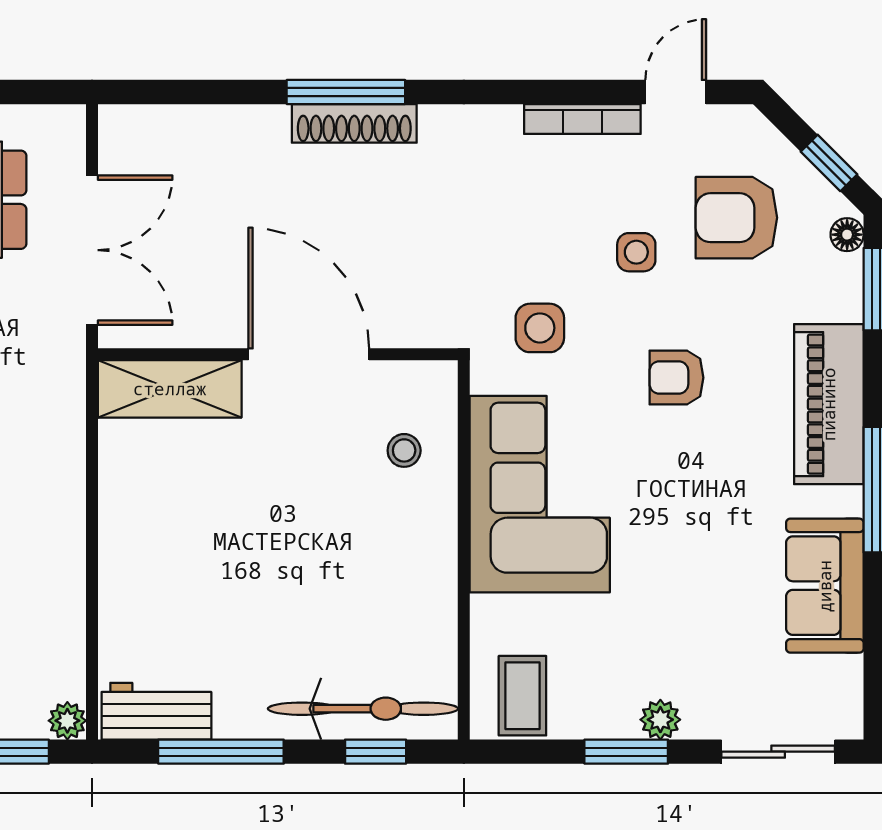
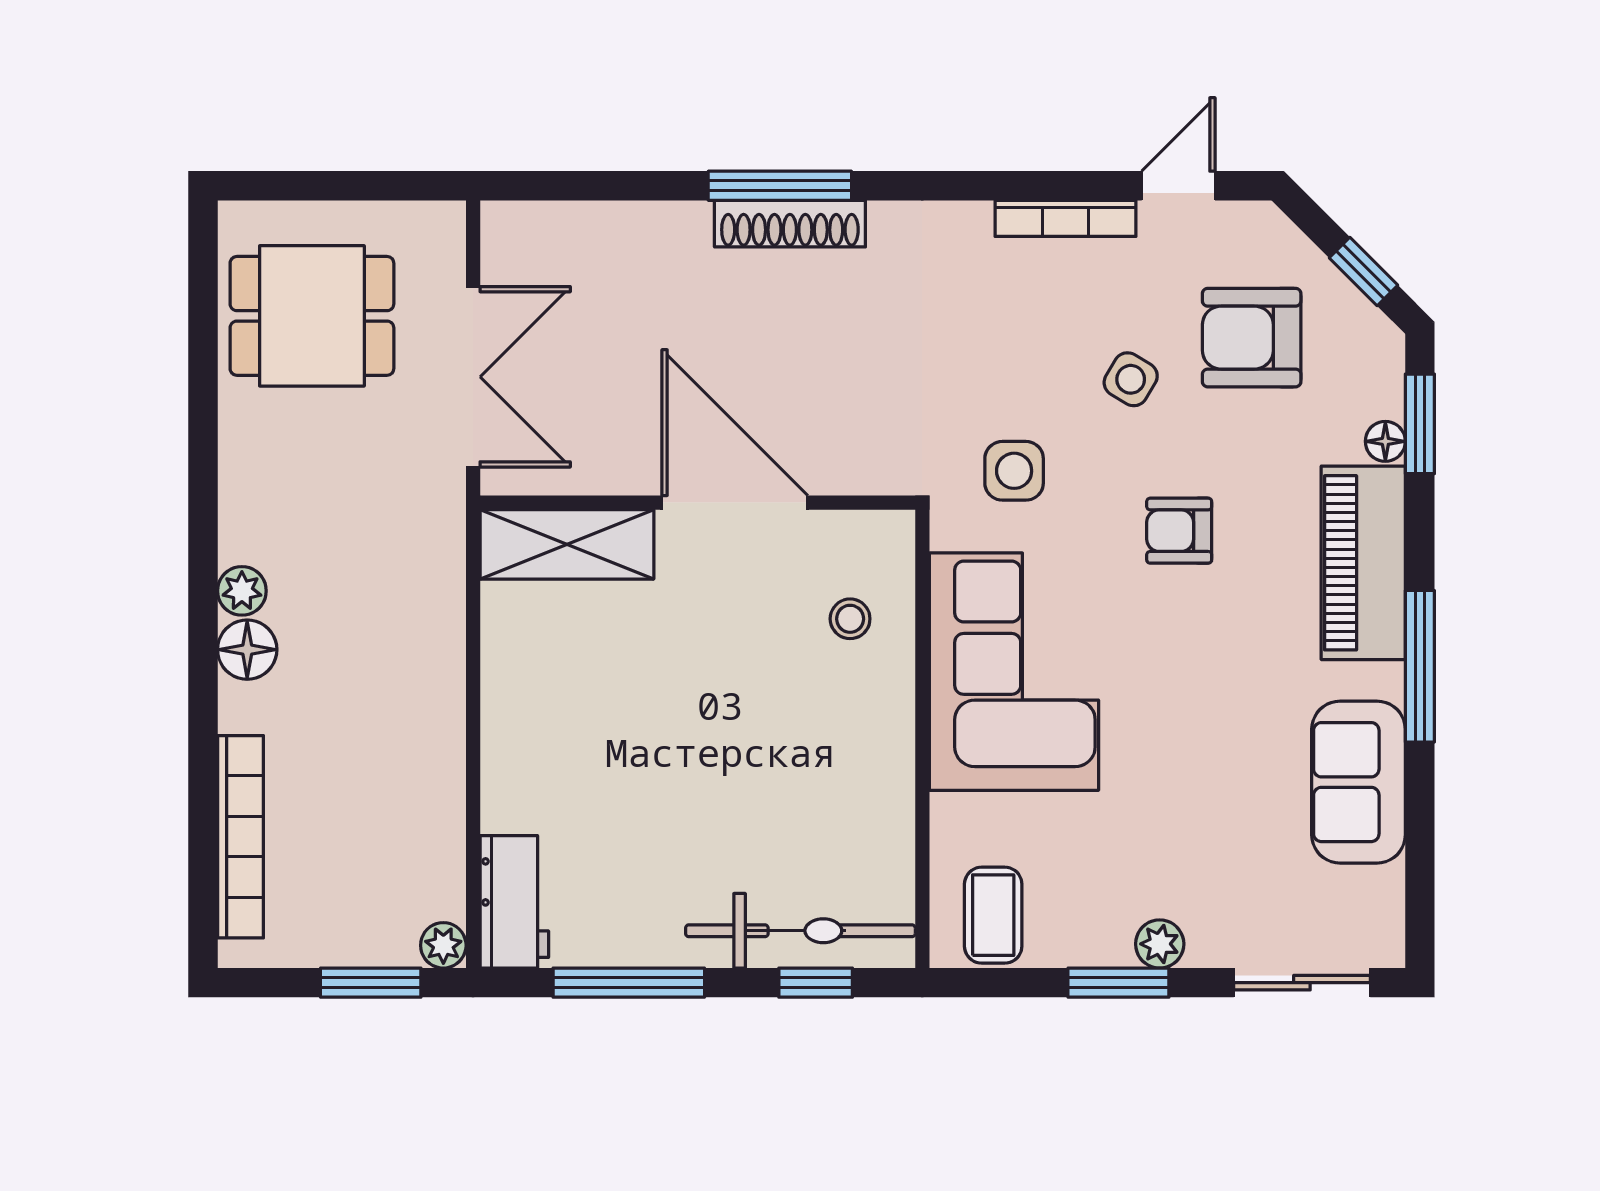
floor lamp: (847, 235) -> (1385, 441), moved
side table: (636, 252) -> (1131, 379), turned 31
workbench: (156, 711) -> (514, 902), moved, turned 90

